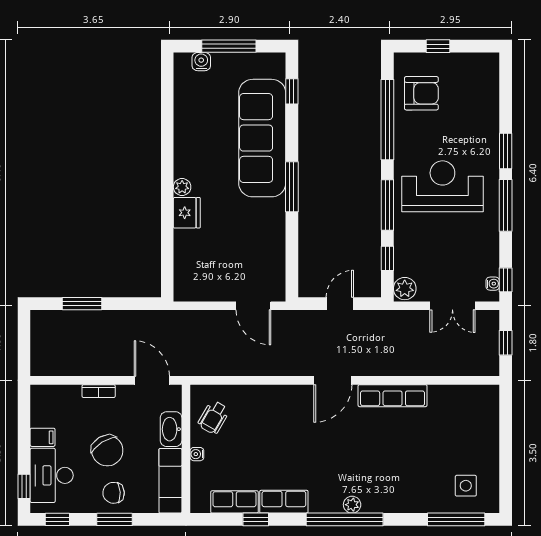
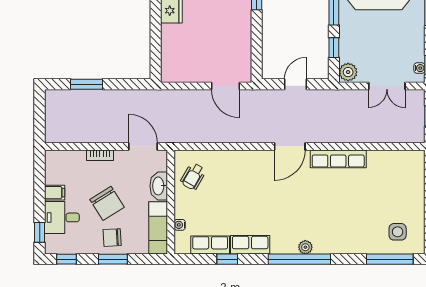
water cooler: (197, 454) -> (180, 225), moved
desk: (52, 475) -> (62, 217), width x0.73

